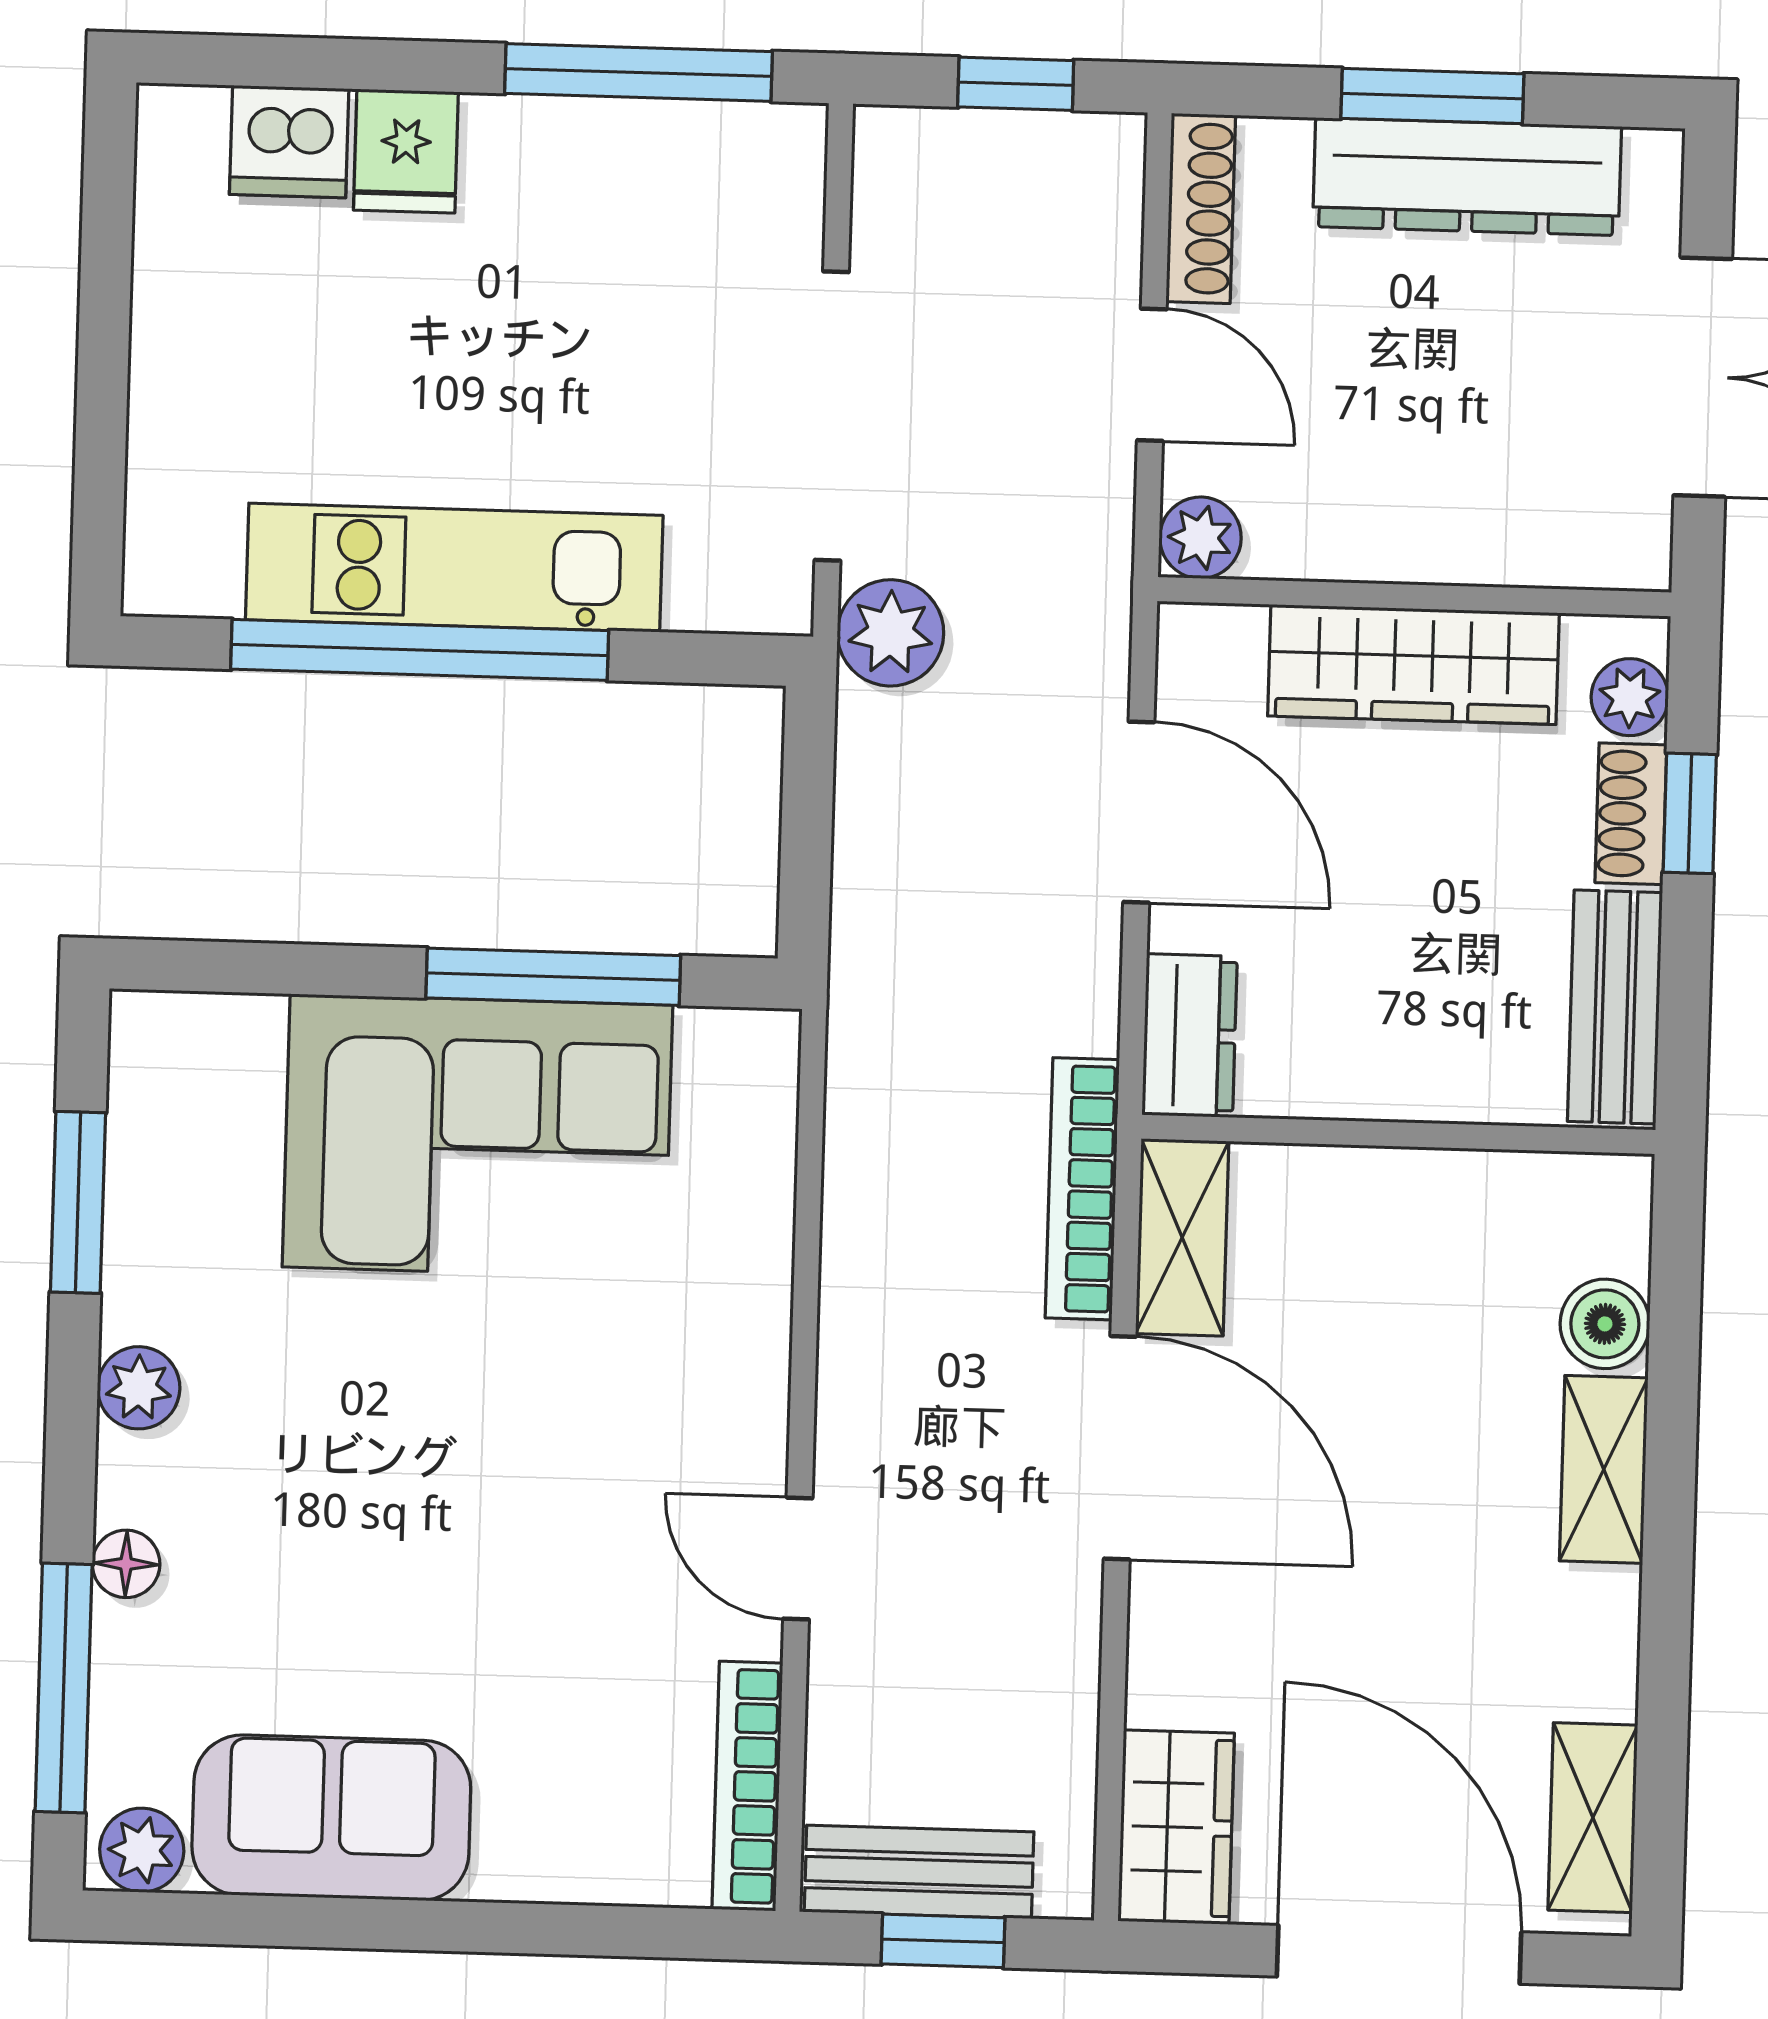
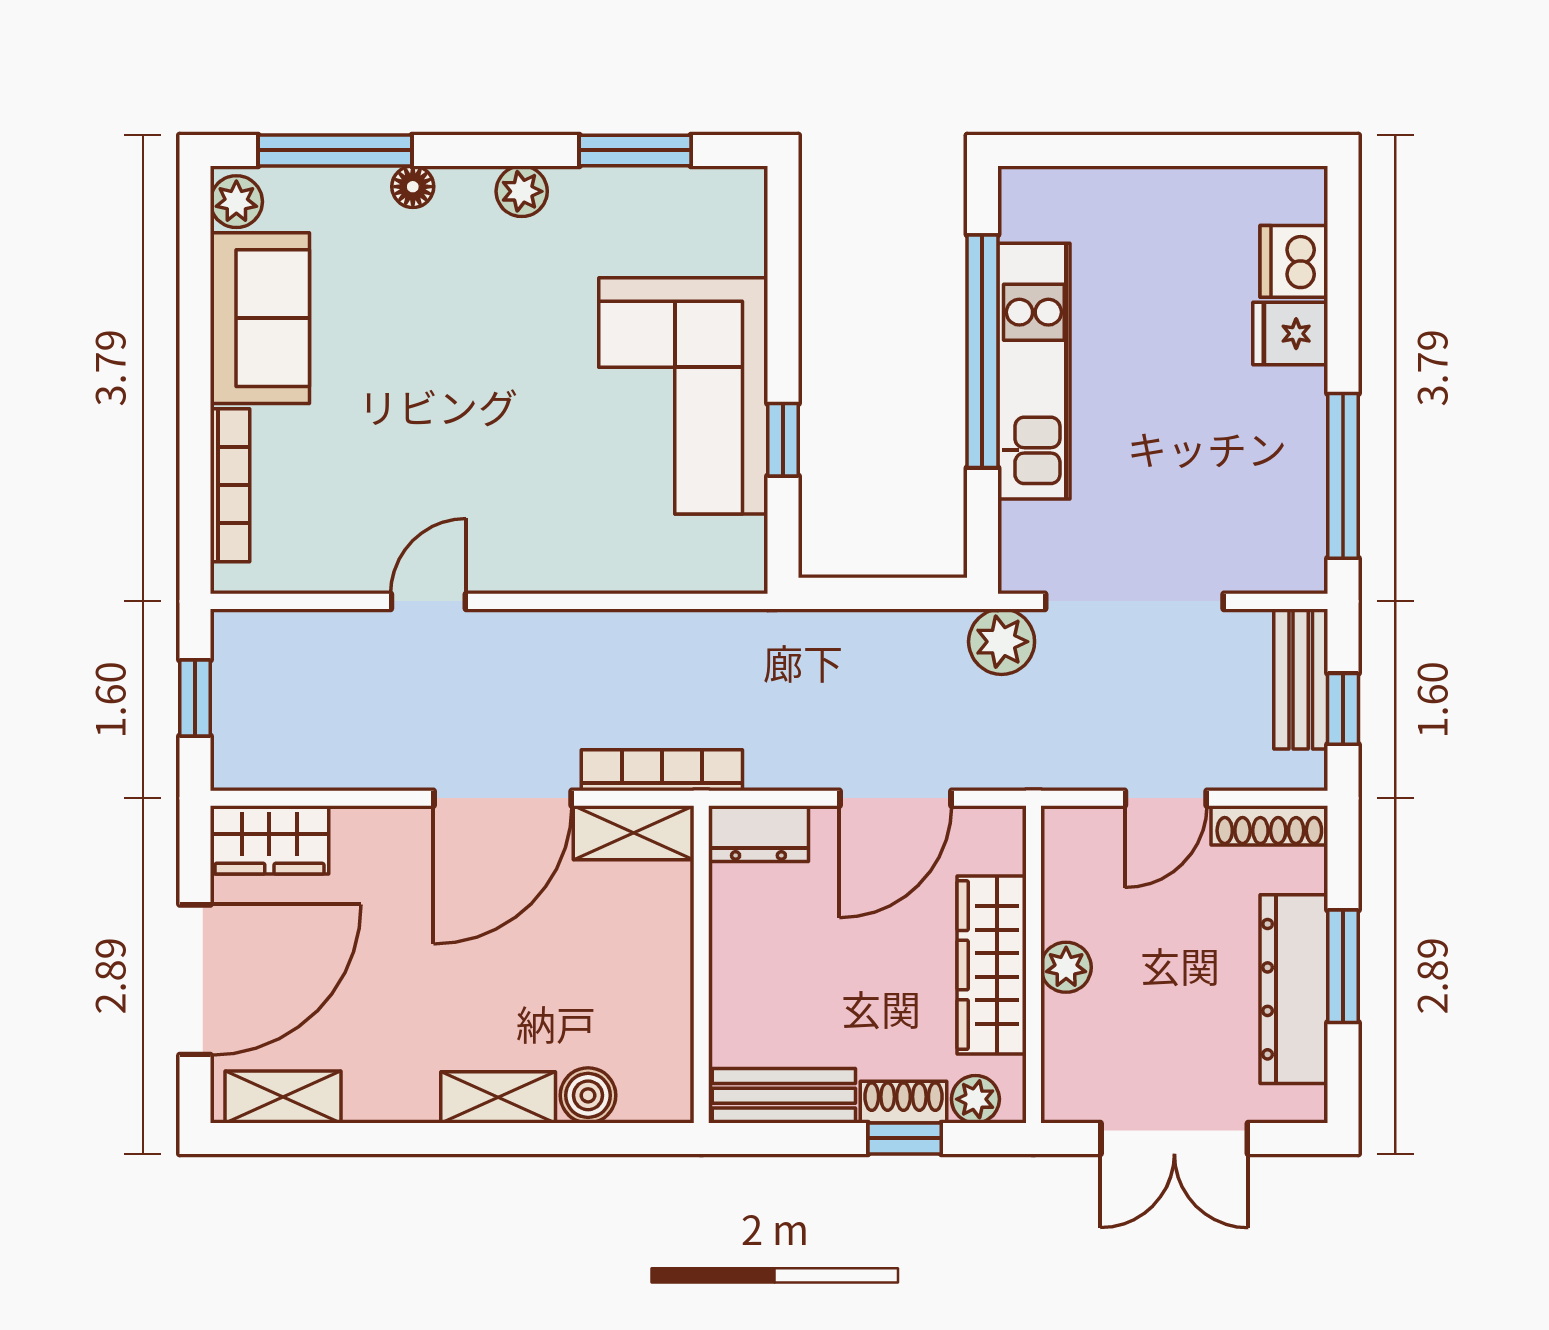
plant: (1200, 538) -> (1066, 967), moved
window: (553, 977) -> (783, 440), width x0.46
bookcase: (747, 1786) -> (230, 485), moved, turned 90
bench: (919, 1872) -> (1301, 679), moved

